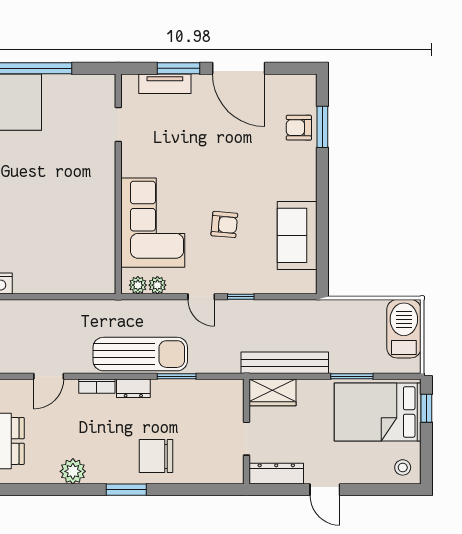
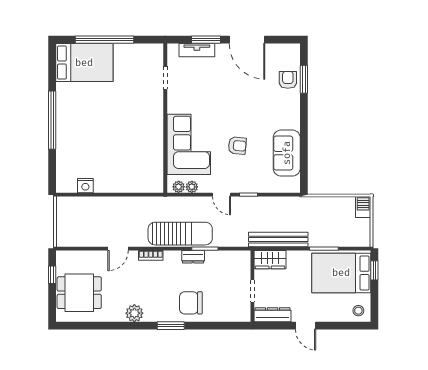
armchair: (299, 128) -> (288, 80), turned 90
barbecue: (404, 329) -> (363, 207), width x0.53, depth x0.65
dresser: (133, 388) -> (193, 257), moved

